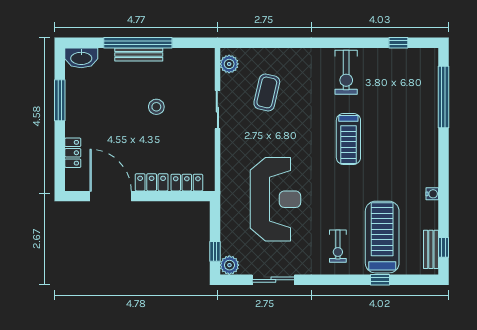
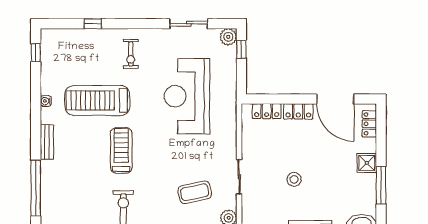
coffee table: (267, 92) -> (195, 192), turned 65
shower: (76, 125) -> (367, 163), added
locker: (73, 153) -> (369, 124), moved
treadmill: (382, 237) -> (97, 100), moved, turned 90
exercise bike: (338, 246) -> (131, 54), turned 180
bench: (431, 249) -> (47, 142), moved

